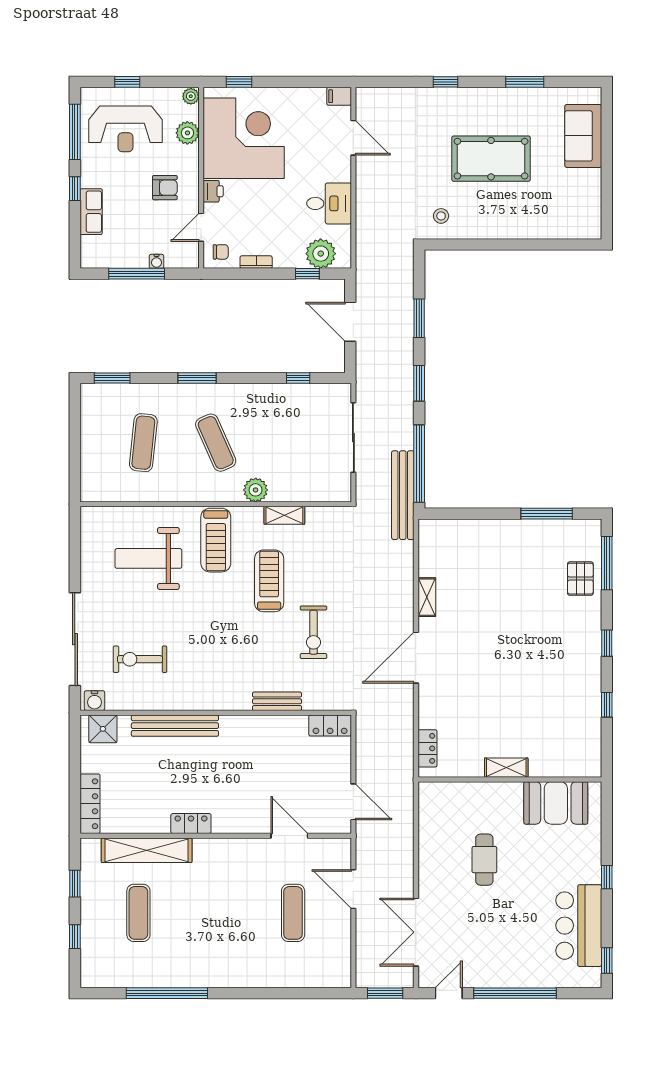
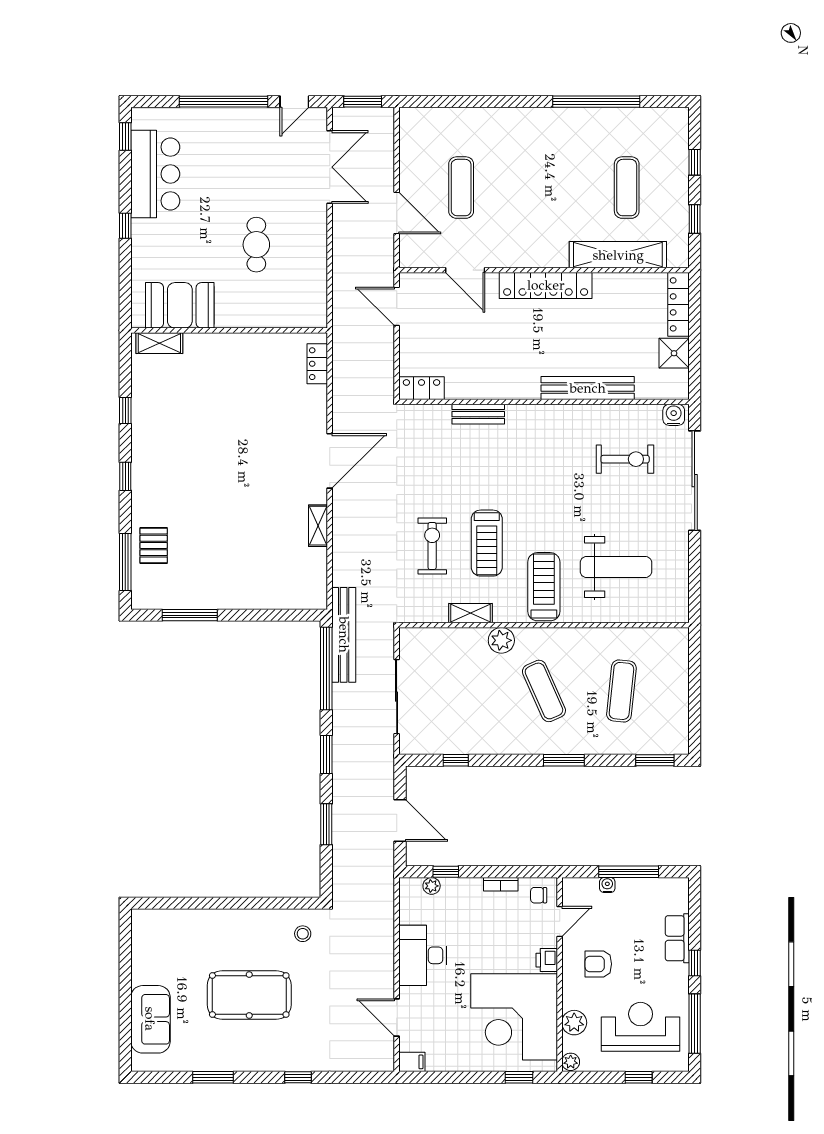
desk: (329, 203) -> (423, 955), width x1.37
plant: (321, 254) -> (432, 886), width x0.53, depth x0.53
exercise bike: (313, 632) -> (432, 546), moved
shower: (103, 729) -> (674, 353), moved
shelving: (506, 768) -> (159, 343), moved
locker: (191, 824) -> (546, 285), width x2.16, depth x1.21

